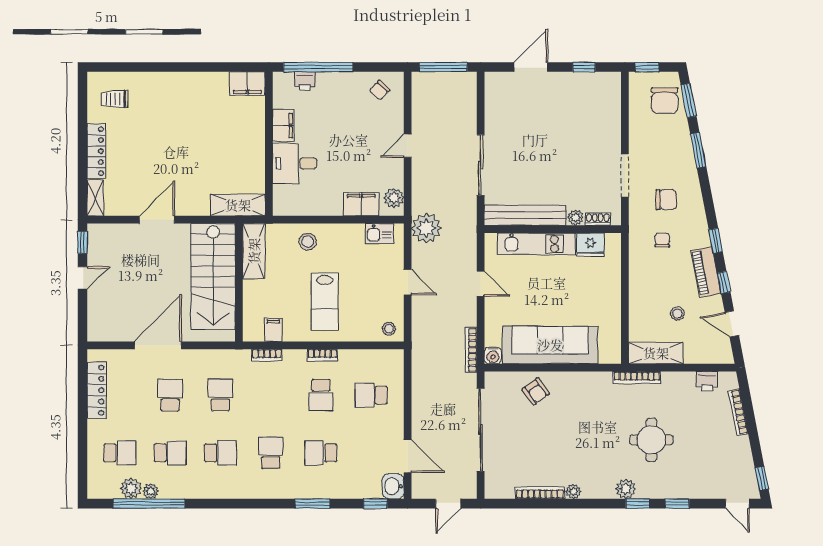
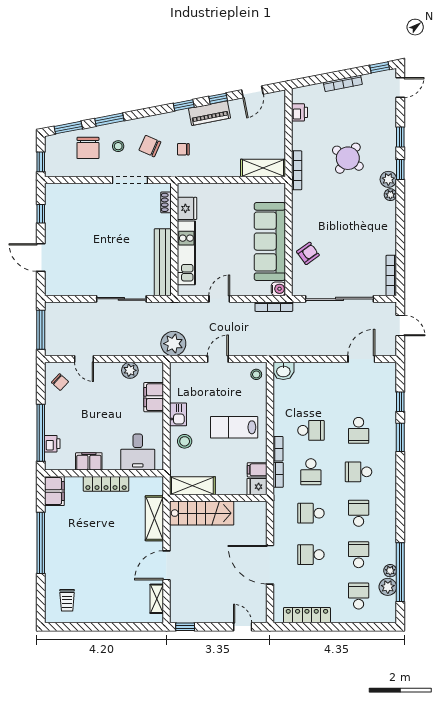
window: (184, 67) -> (41, 543), added
chair: (665, 101) -> (88, 148), moved, turned 90
door: (408, 146) -> (84, 359), moved
locker: (96, 151) -> (106, 484), moved, turned 180
desk: (295, 163) -> (138, 452), moved
shelving: (95, 198) -> (157, 599), moved, turned 90
plant: (394, 198) -> (130, 370), moved
chair: (666, 200) -> (150, 146), turned -66
shelving: (238, 205) -> (154, 518), moved
plant: (576, 218) -> (165, 221), removed
door: (157, 220) -> (167, 565), hinge flipped
kitchen sink: (379, 234) -> (178, 414), moved
stairs: (213, 277) -> (202, 513), width x0.73, depth x0.66
door: (83, 278) -> (243, 627), moved
lab bench: (325, 302) -> (234, 427), turned 180
stool: (677, 314) -> (118, 146), moved
fridge: (253, 330) -> (257, 487), added
shelving: (656, 353) -> (263, 168), moved, turned 90
bookcase: (322, 355) -> (278, 449), moved
school desk: (371, 395) -> (311, 472), moved
bookcase: (738, 412) -> (343, 83), moved
round table: (651, 440) -> (348, 158), turned 36
washbasin: (393, 486) -> (283, 371), moved
plant: (573, 492) -> (390, 195), moved
bookcase: (540, 493) -> (391, 275), moved
window: (375, 504) -> (400, 402), moved

